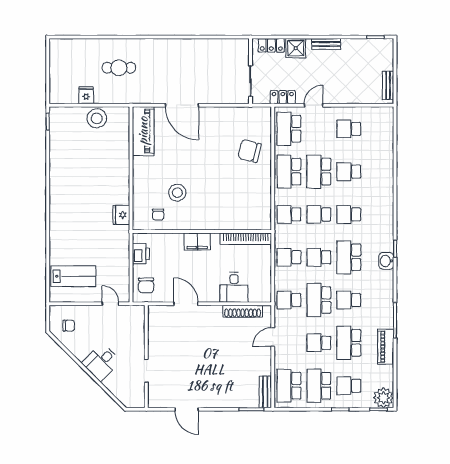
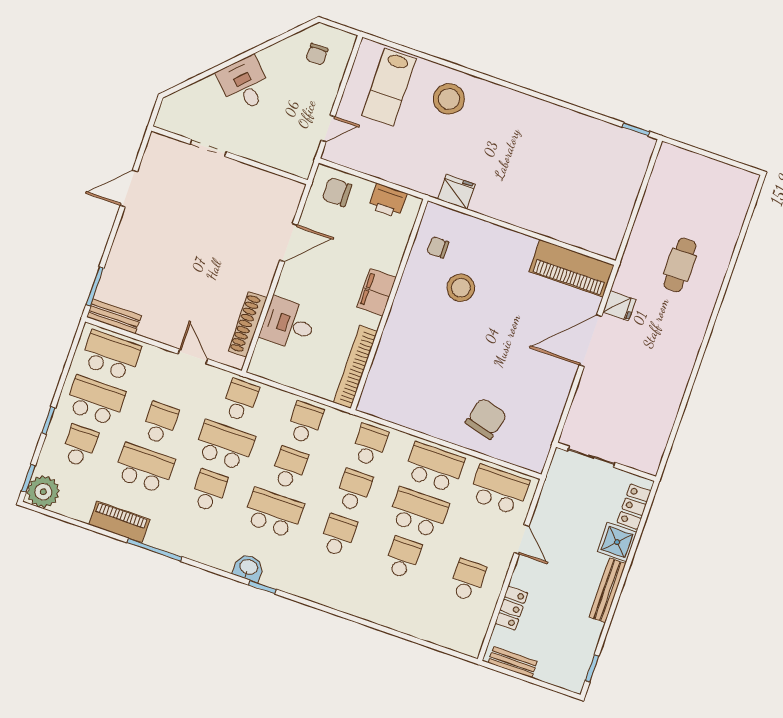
bench: (326, 44) -> (607, 590), width x1.36
fridge: (86, 95) -> (619, 306), moved
locker: (283, 97) -> (511, 608), moved
stool: (97, 118) -> (449, 99), moved

